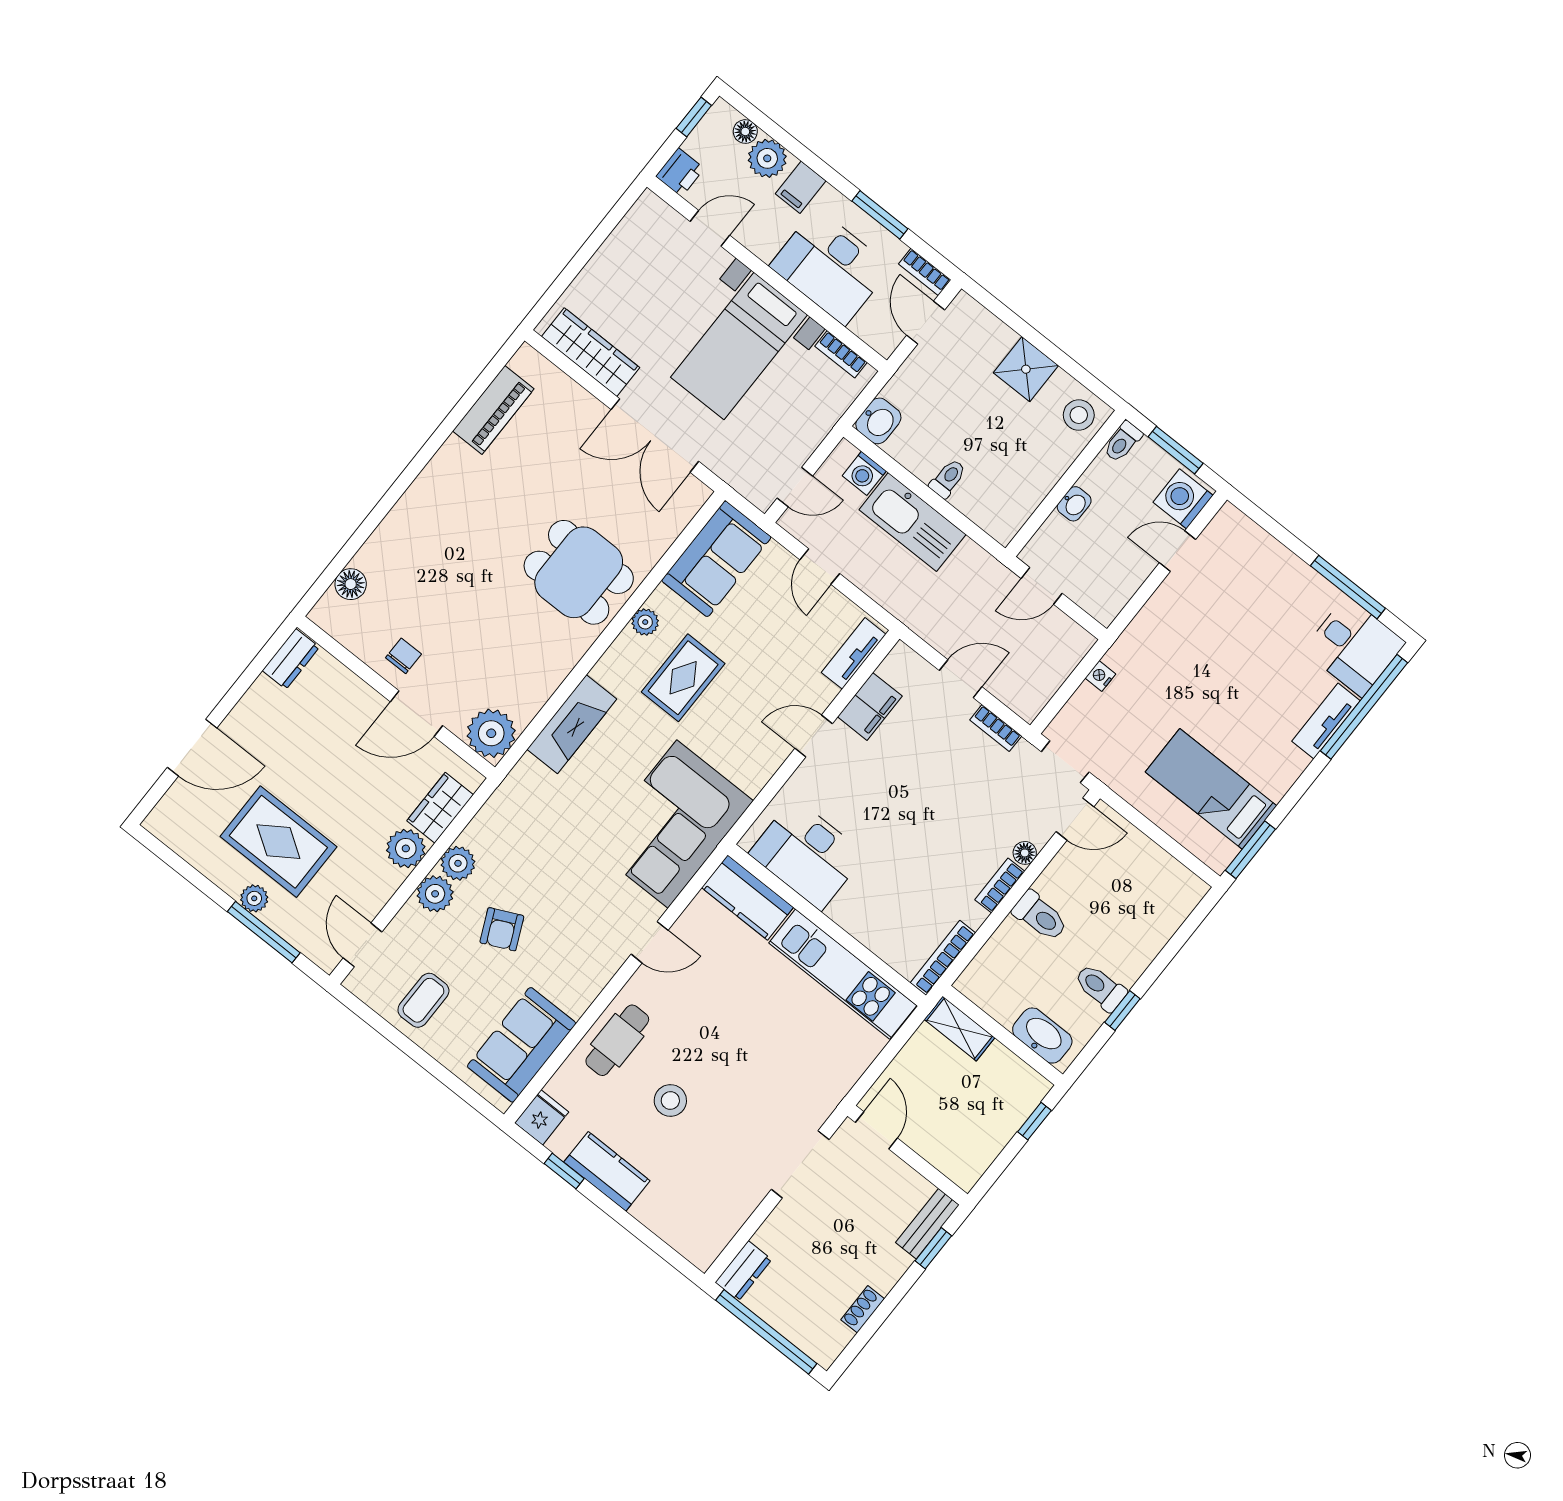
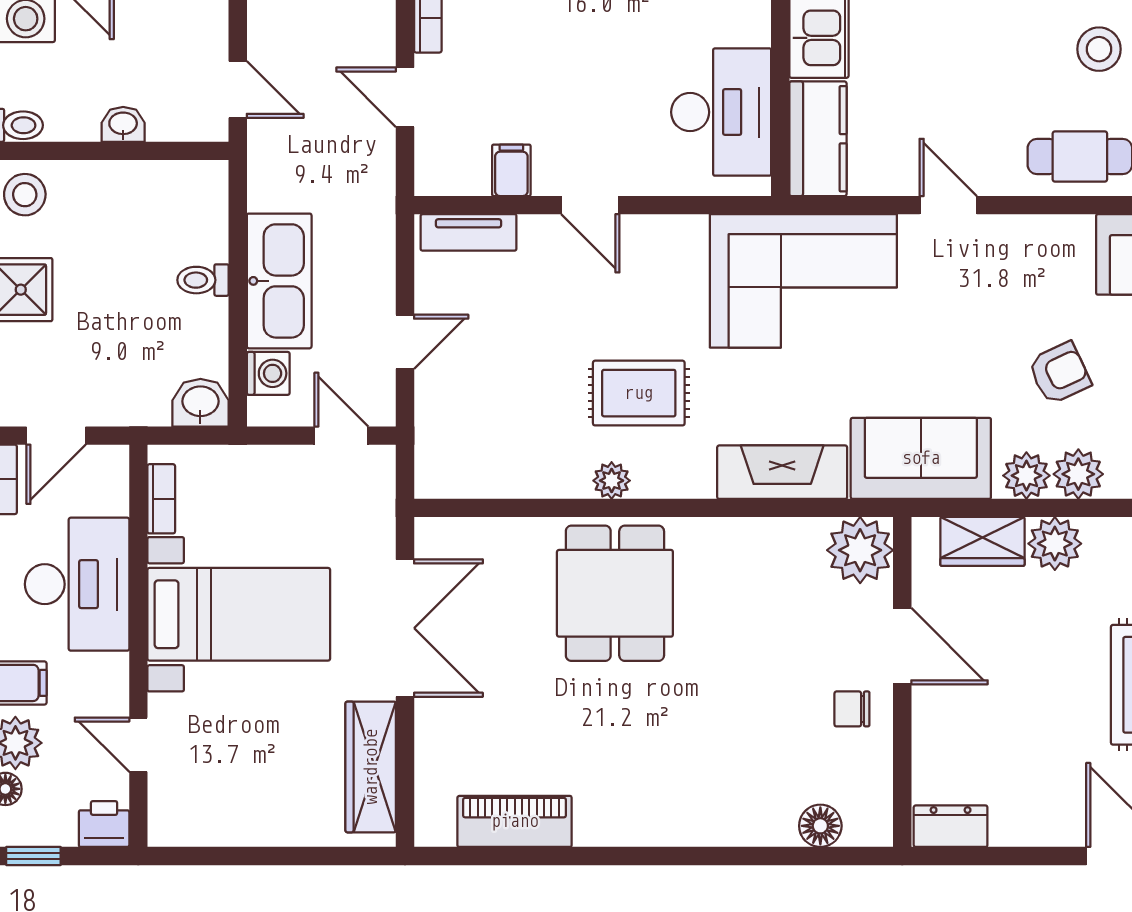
sofa: (716, 559) -> (921, 458), moved
filing cabinet: (870, 706) -> (511, 170), width x0.50

